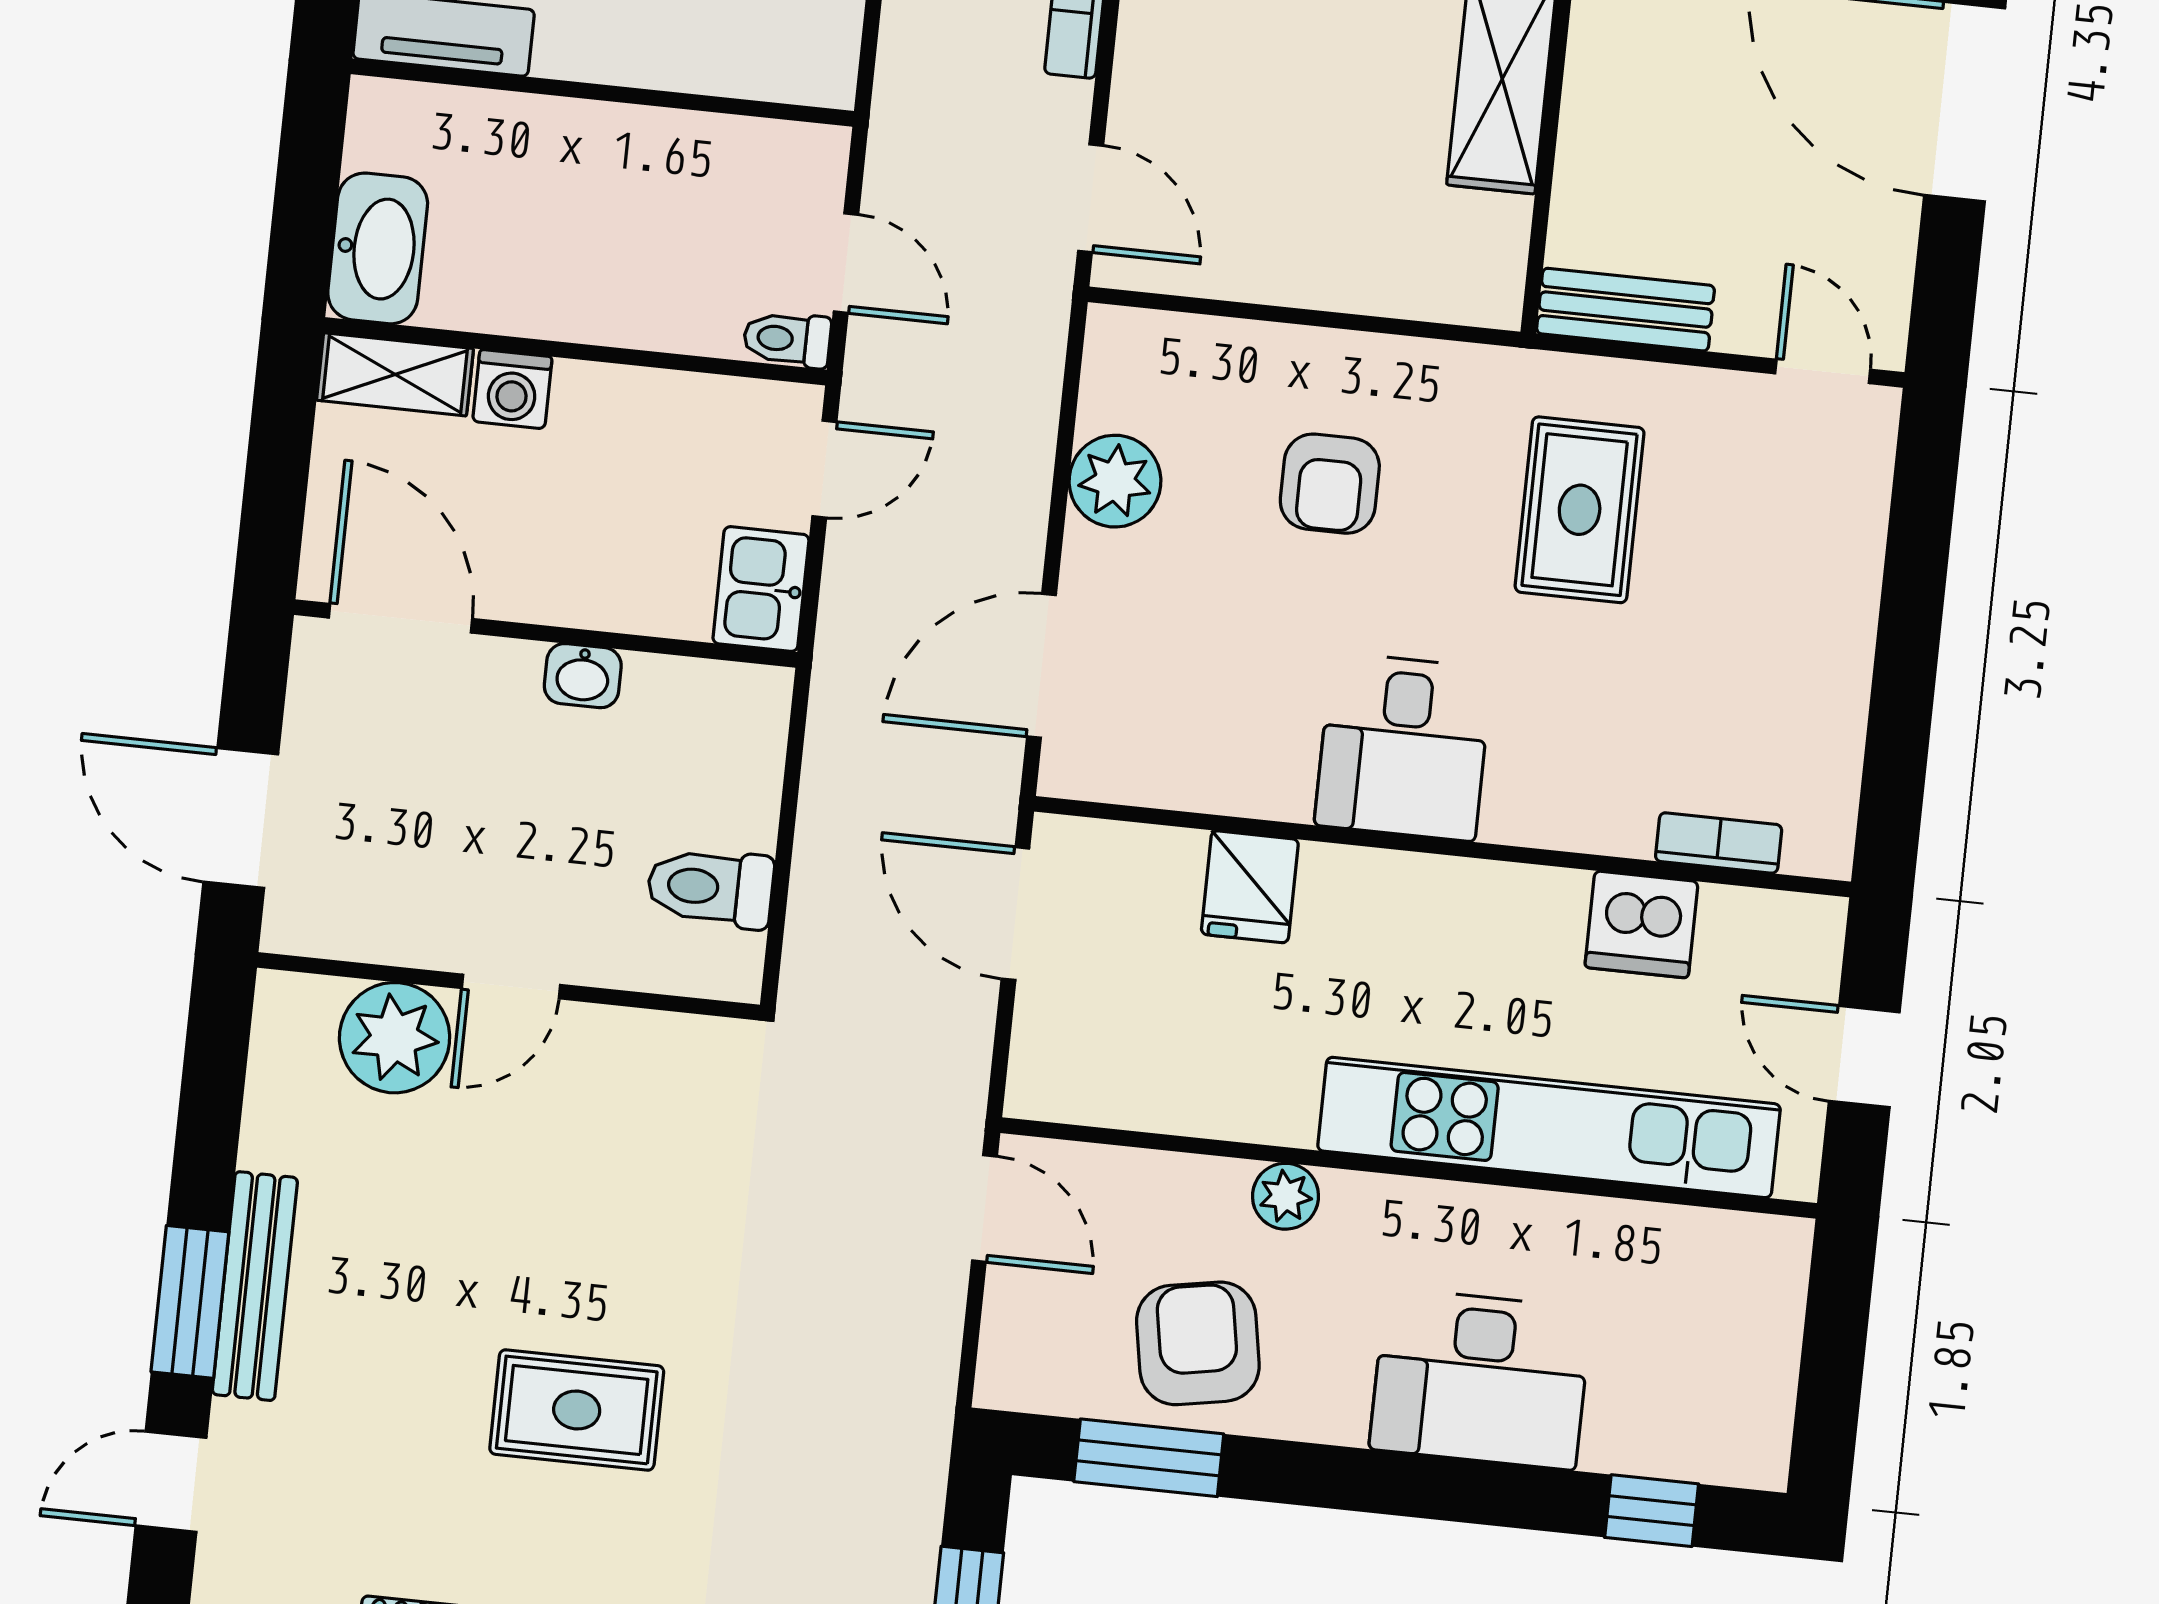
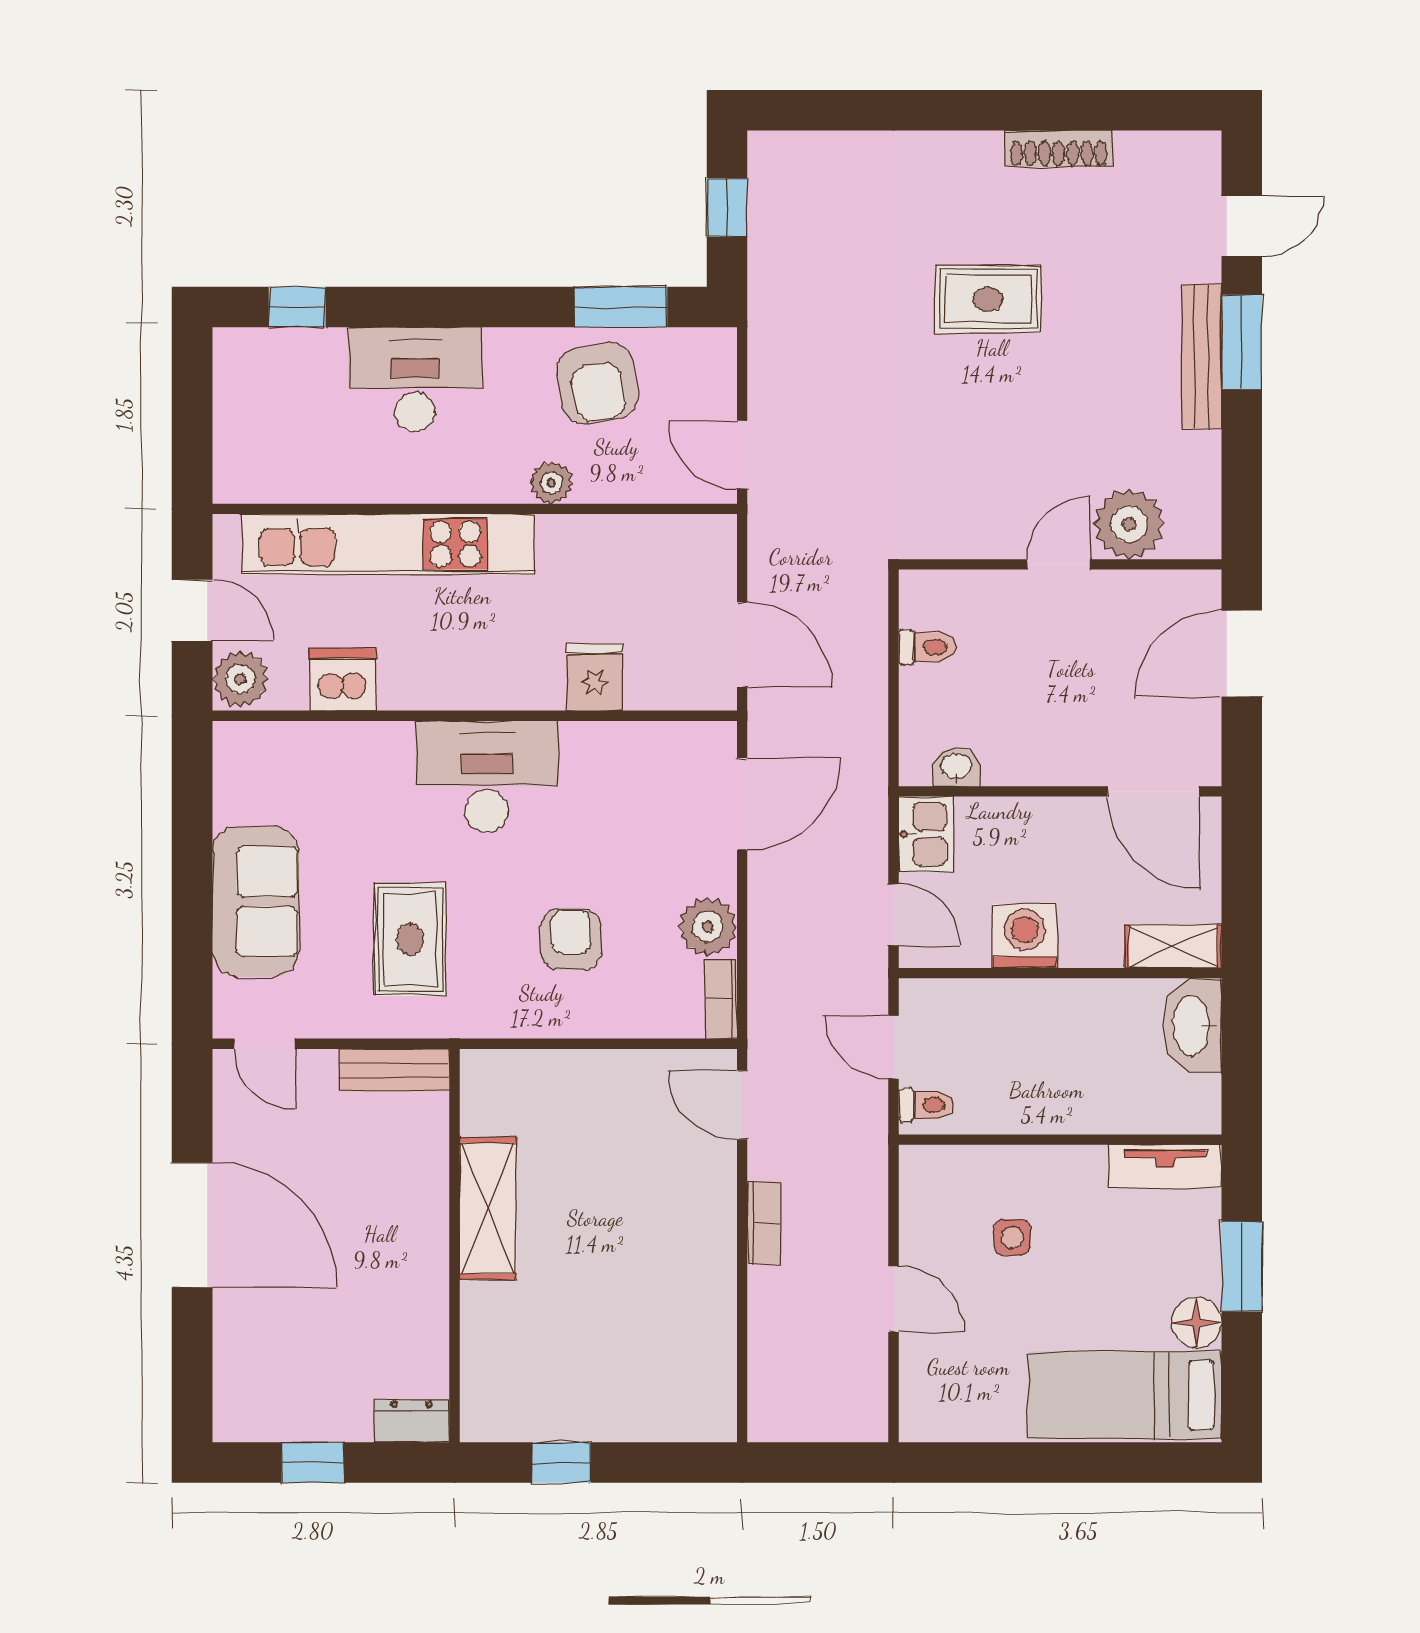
toilet: (787, 339) -> (926, 1105), moved
washing machine: (512, 389) -> (1025, 936), moved, width x1.38, depth x1.38
door: (824, 469) -> (894, 915), swing flipped
sofa: (1813, 594) -> (256, 902), added
washbasin: (583, 676) -> (956, 767), moved
desk: (1403, 747) -> (487, 777), width x1.37
door: (241, 818) -> (1242, 654), swing flipped
bookcase: (1719, 843) -> (721, 999), moved, turned 90
toilet: (710, 888) -> (927, 647), width x0.73, depth x0.72
plant: (1801, 942) -> (240, 679), added

